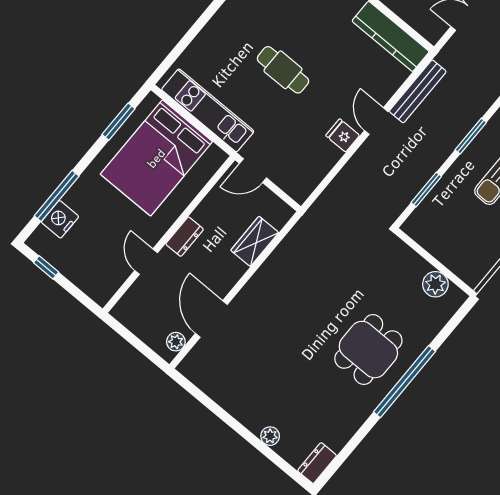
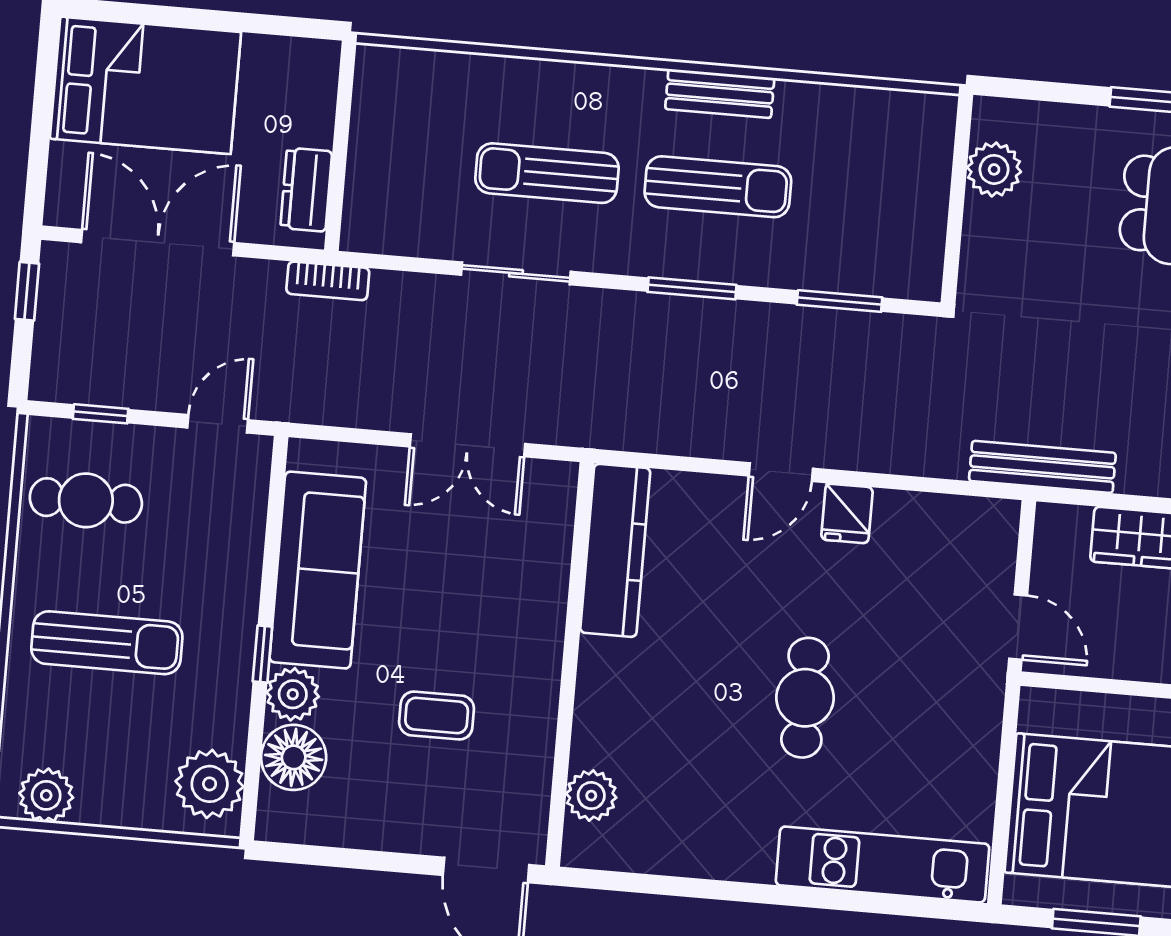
bench: (418, 91) -> (1042, 467), moved
kitchen unit: (208, 110) -> (883, 865), moved, turned 90

